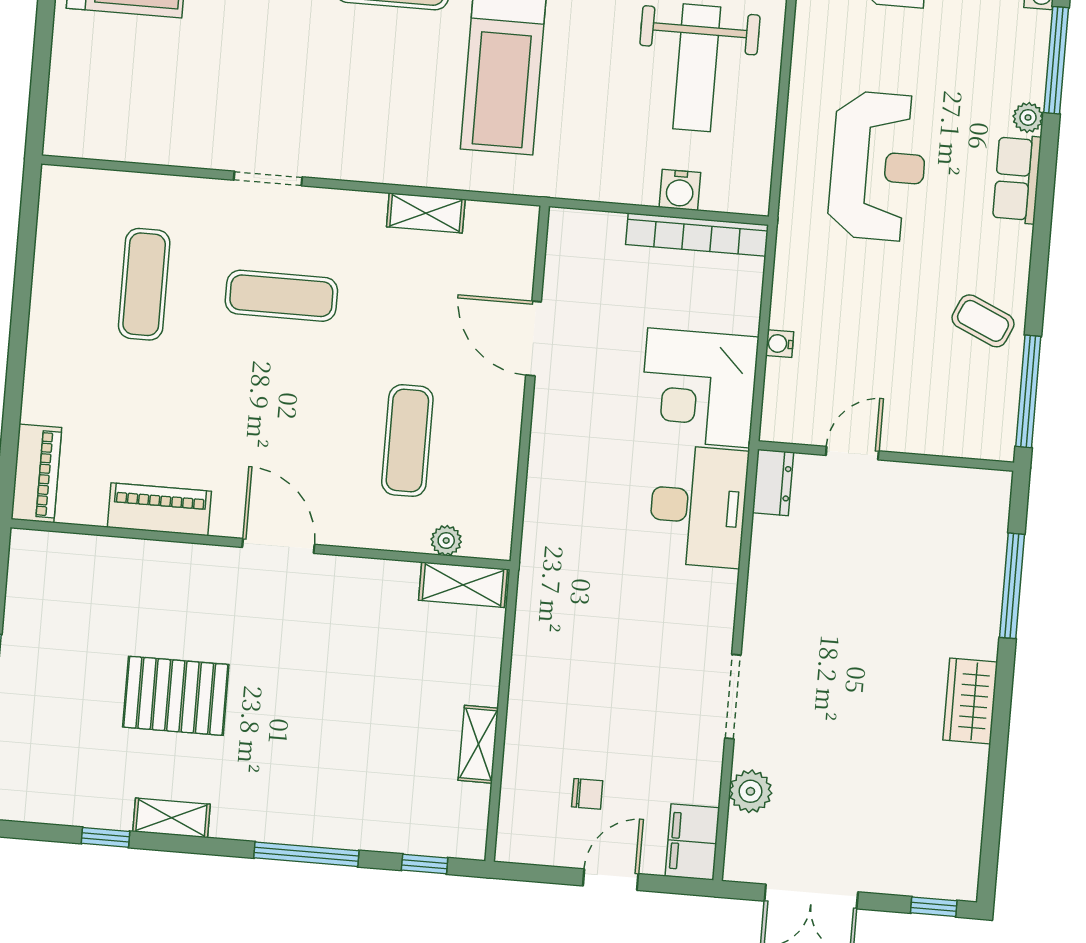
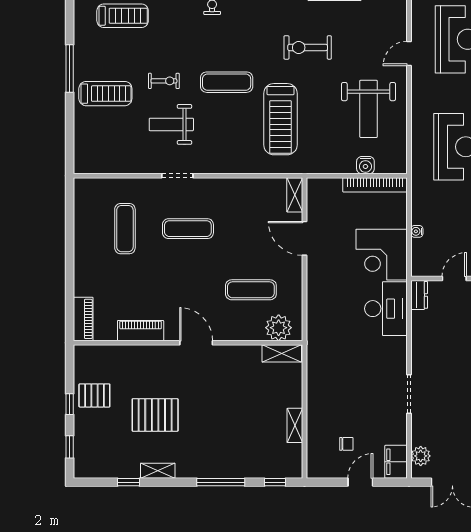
weight bench: (264, 66) -> (171, 124), added
shelving: (426, 213) -> (295, 195), moved, turned 90
exercise mat: (407, 441) -> (251, 290), turned 90
plant: (446, 541) -> (279, 328), width x1.87, depth x1.87
pallet: (47, 642) -> (94, 395), added
plant: (750, 791) -> (421, 456), moved

